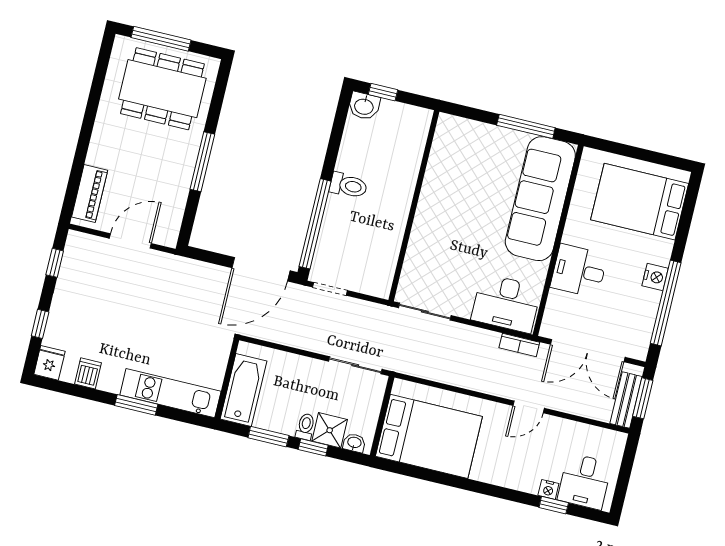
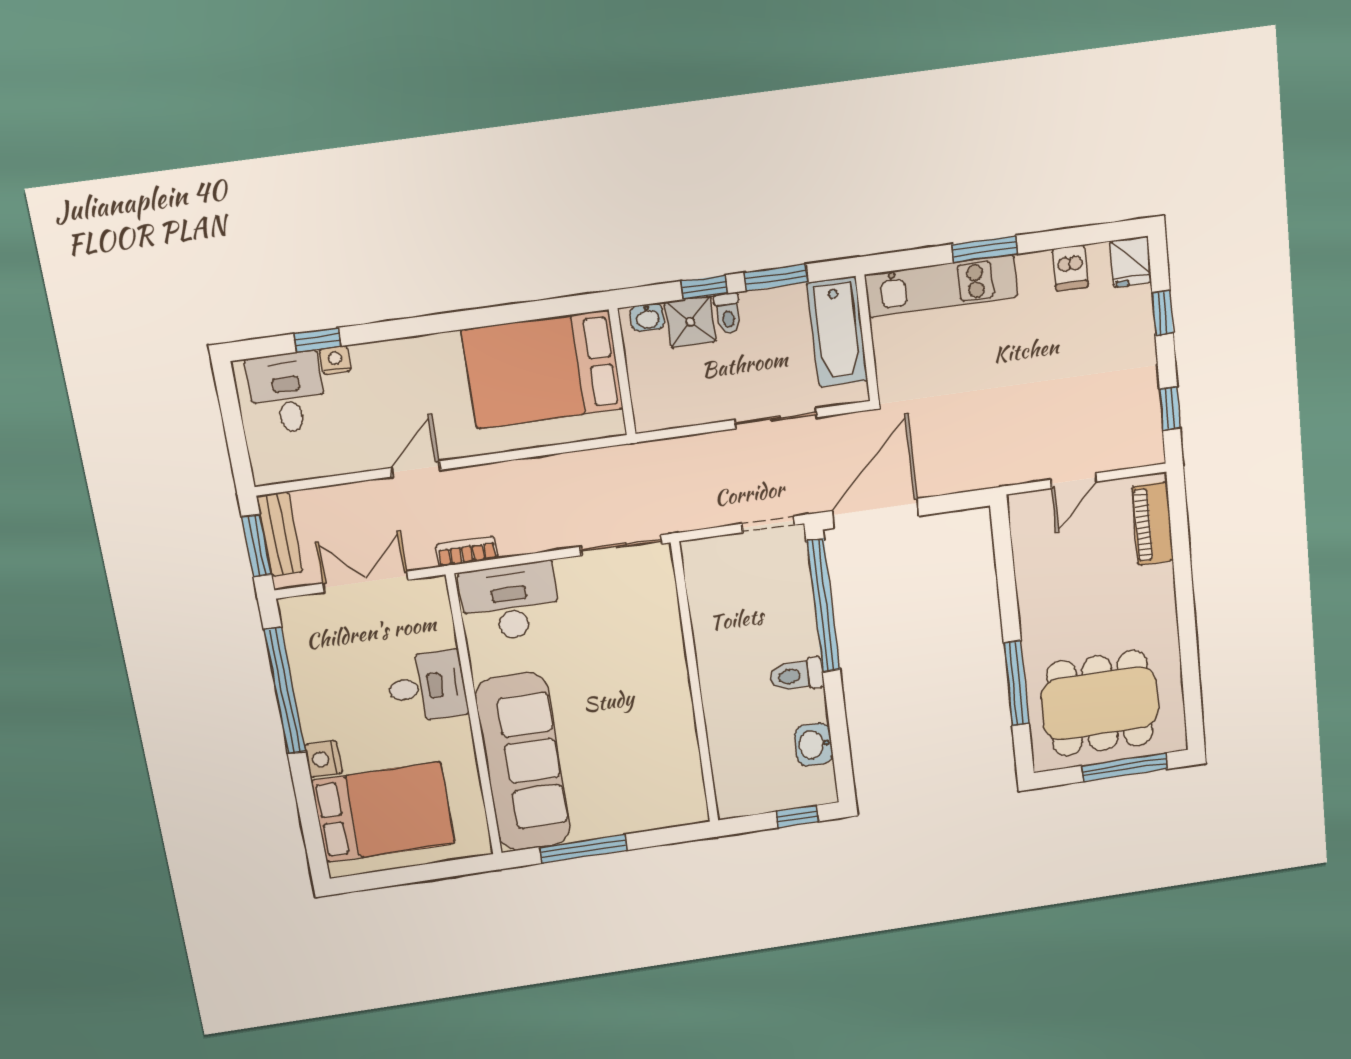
washbasin: (364, 106) -> (814, 744), moved, turned -90
window: (202, 162) -> (1016, 683), moved
door: (130, 241) -> (1074, 481), width x0.73
nightstand: (655, 277) -> (323, 759), moved
double door: (588, 351) -> (366, 582), width x0.73
sliding door: (355, 365) -> (776, 419), moved

